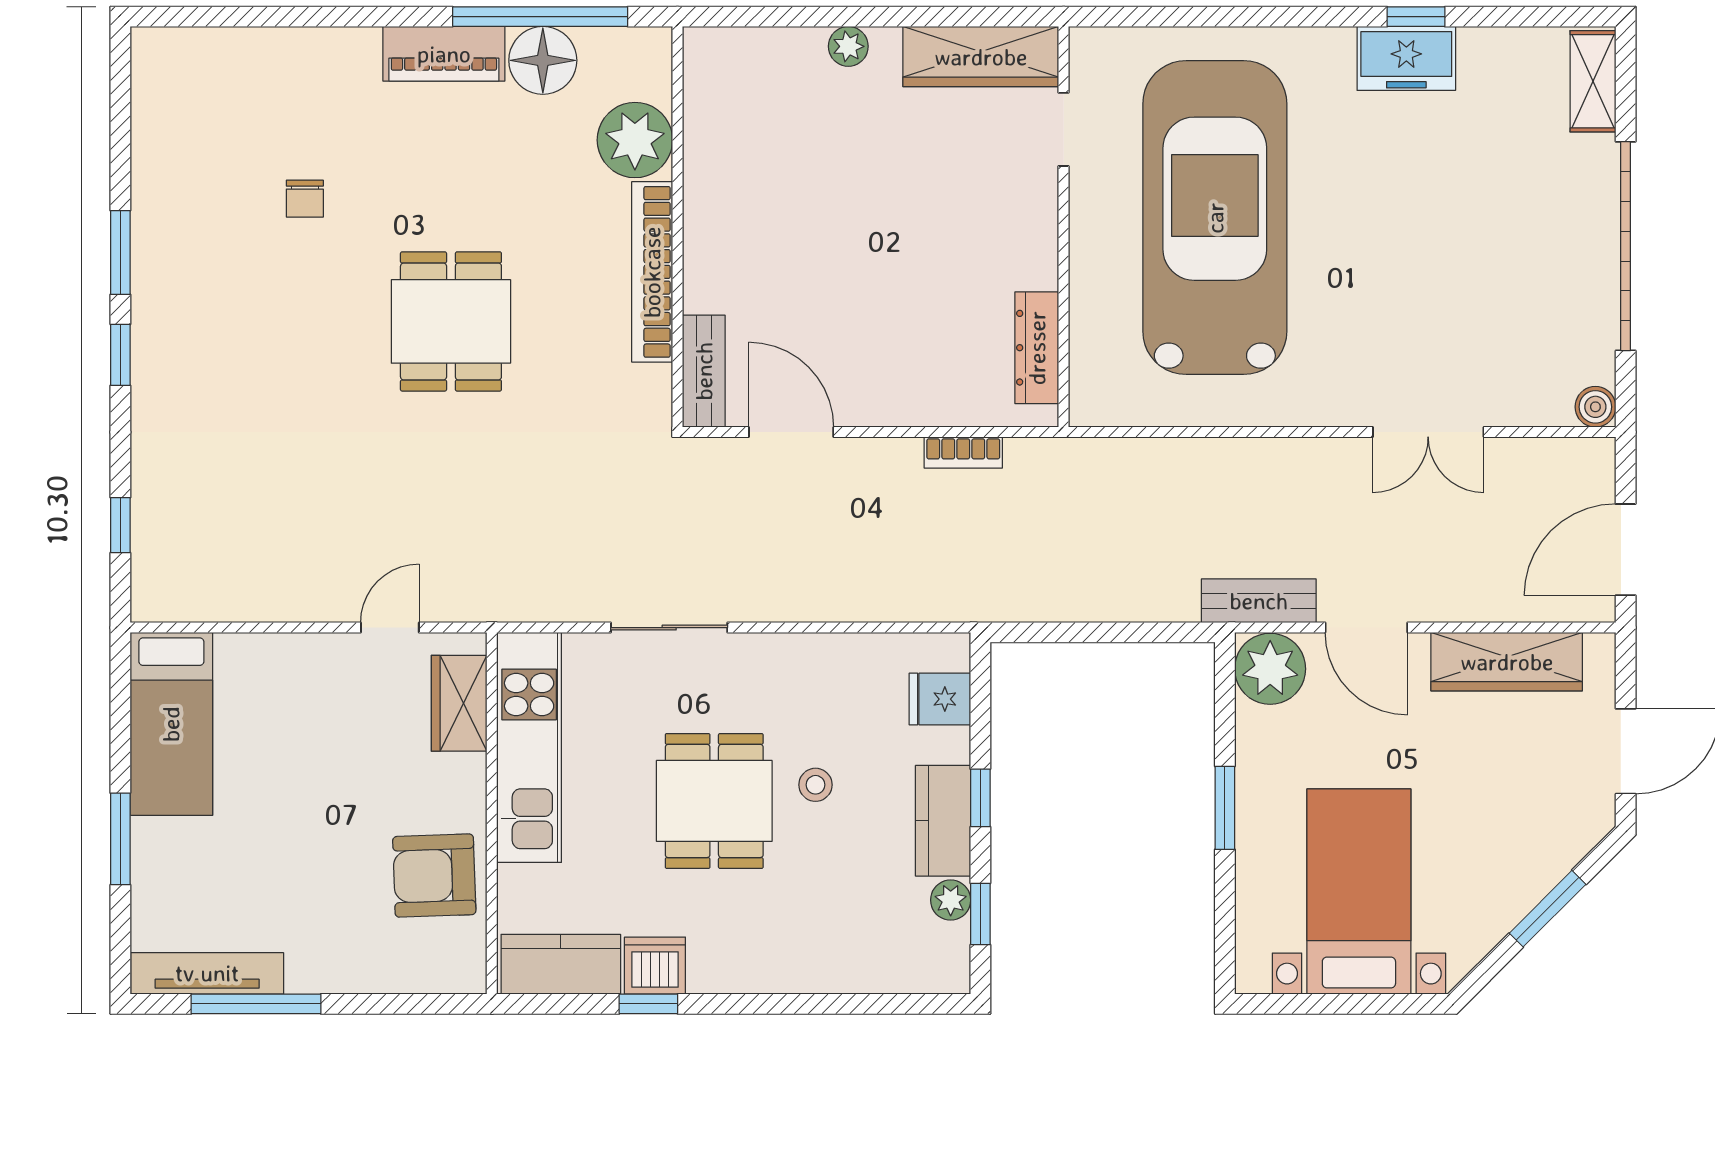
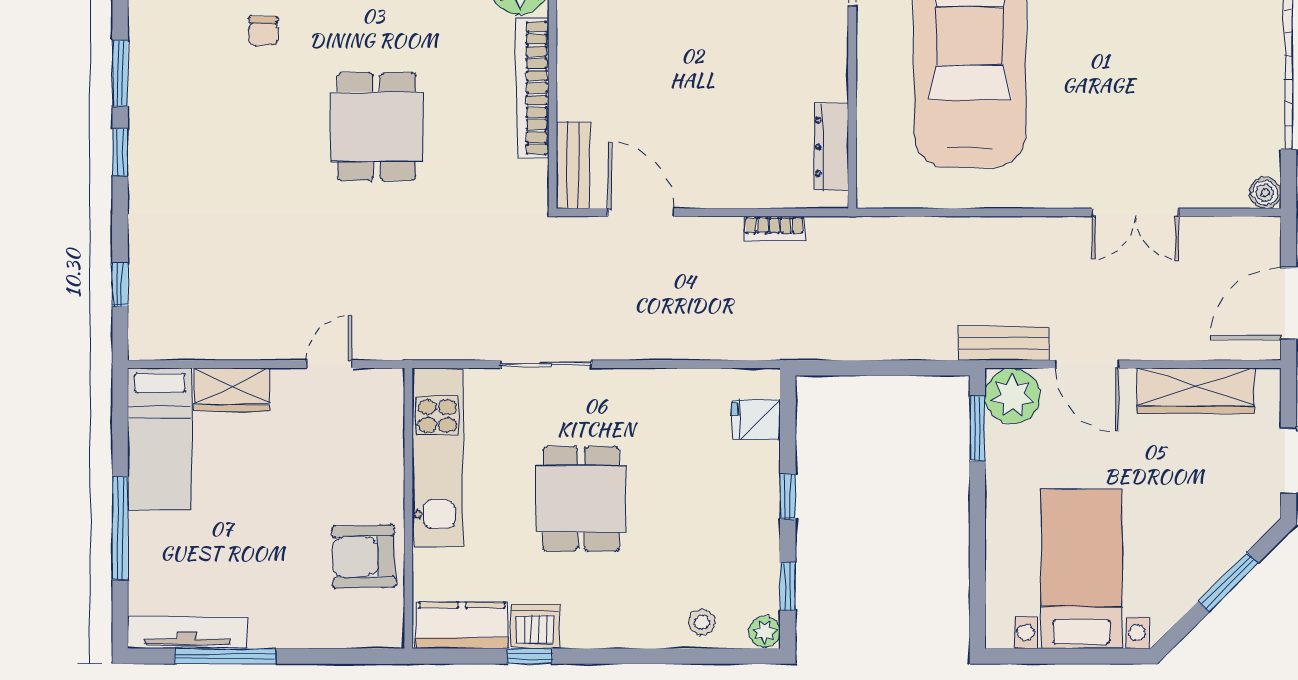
wardrobe: (459, 703) -> (232, 389), moved, turned -90
stool: (815, 785) -> (702, 622), moved
window: (1225, 808) -> (977, 429), moved
kitchen counter: (943, 821) -> (759, 514), removed
window: (120, 839) -> (120, 528), width x1.44
plant: (951, 900) -> (765, 632), moved

